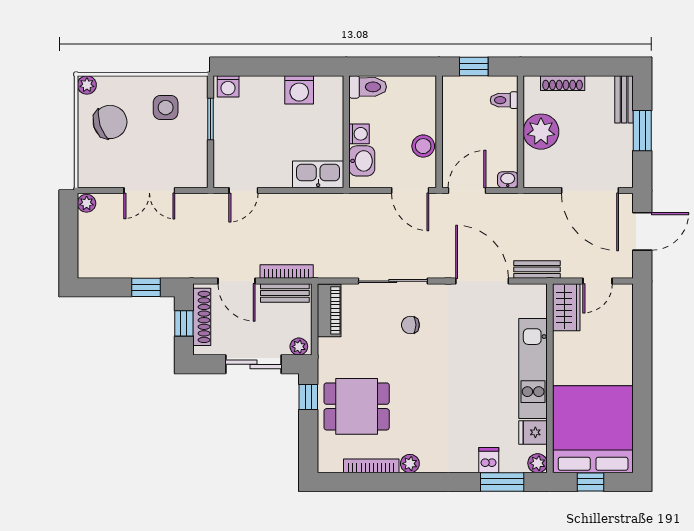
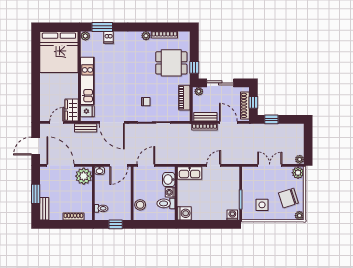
toilet: (368, 87) -> (166, 203), moved
washing machine: (299, 90) -> (184, 213), moved, turned 90
plant: (541, 132) -> (84, 176), moved
stool: (423, 146) -> (140, 205), moved
plant: (90, 175) -> (298, 173), added
door: (243, 191) -> (214, 165), moved
door: (410, 191) -> (146, 165), hinge flipped
piano: (329, 310) -> (184, 98), moved
fridge: (533, 432) -> (87, 111), moved
window: (591, 482) -> (60, 27), removed

